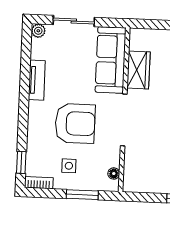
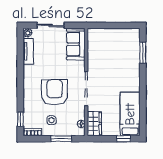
sofa: (111, 60) -> (76, 44), width x0.73
wardrobe: (138, 70) -> (94, 124), moved
tv unit: (37, 80) -> (28, 51), moved
armchair: (75, 123) -> (54, 92), turned -90

